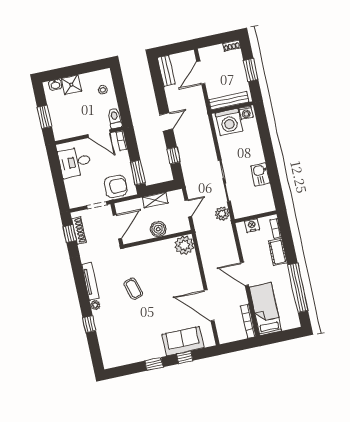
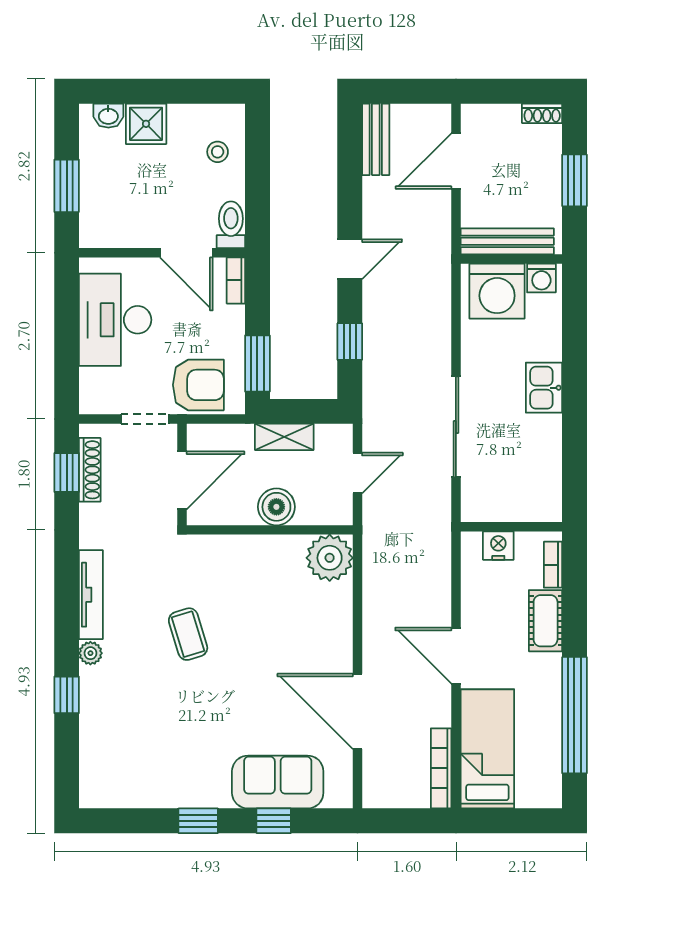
desk: (75, 162) -> (115, 320), width x1.37
kitchen sink: (260, 174) -> (544, 388), moved
plant: (222, 214) -> (434, 503), removed

